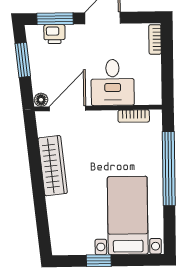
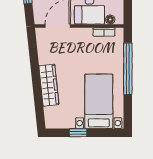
floor lamp: (41, 100) -> (110, 20), moved
wardrobe: (53, 166) -> (49, 85), moved

